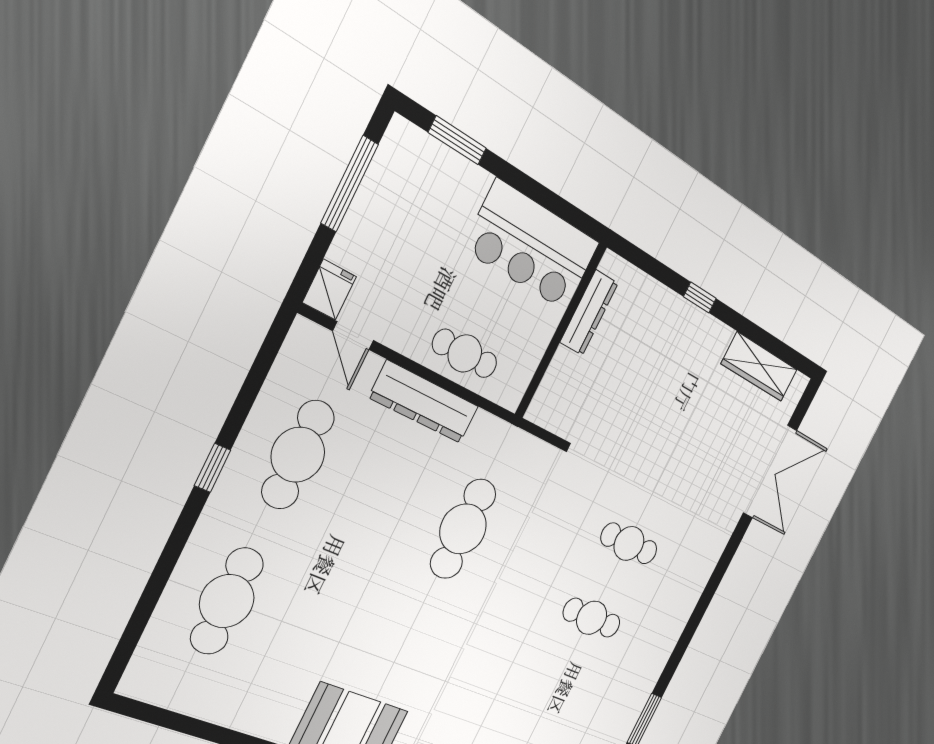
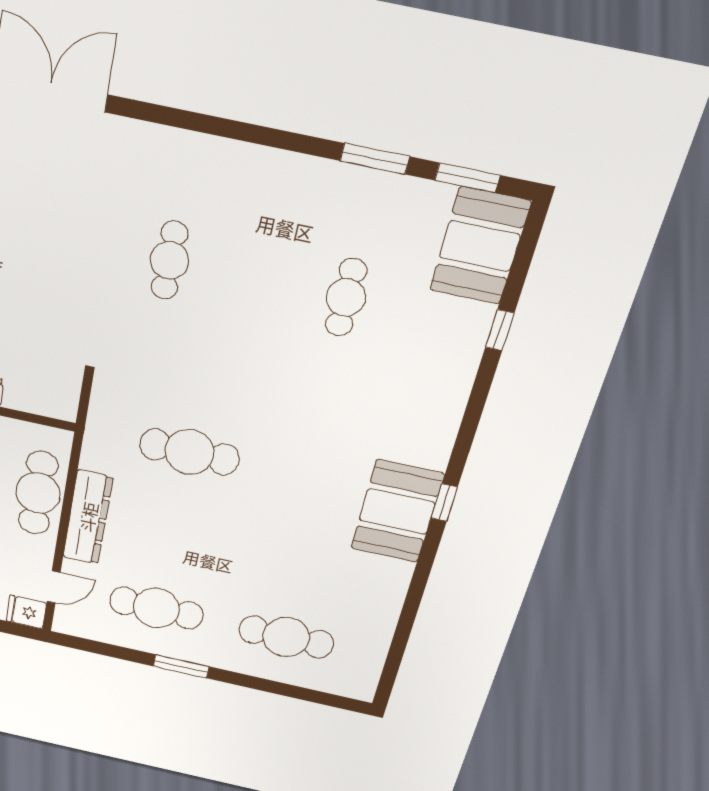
cafe table: (465, 353) -> (38, 493), width x1.37, depth x1.35
window: (212, 468) -> (181, 666), width x1.50
cafe table: (592, 618) -> (346, 298), moved

